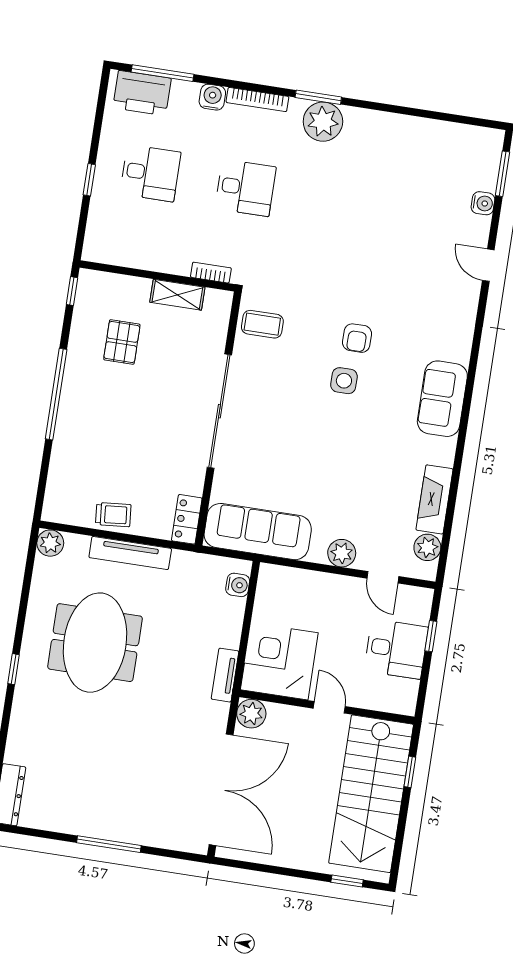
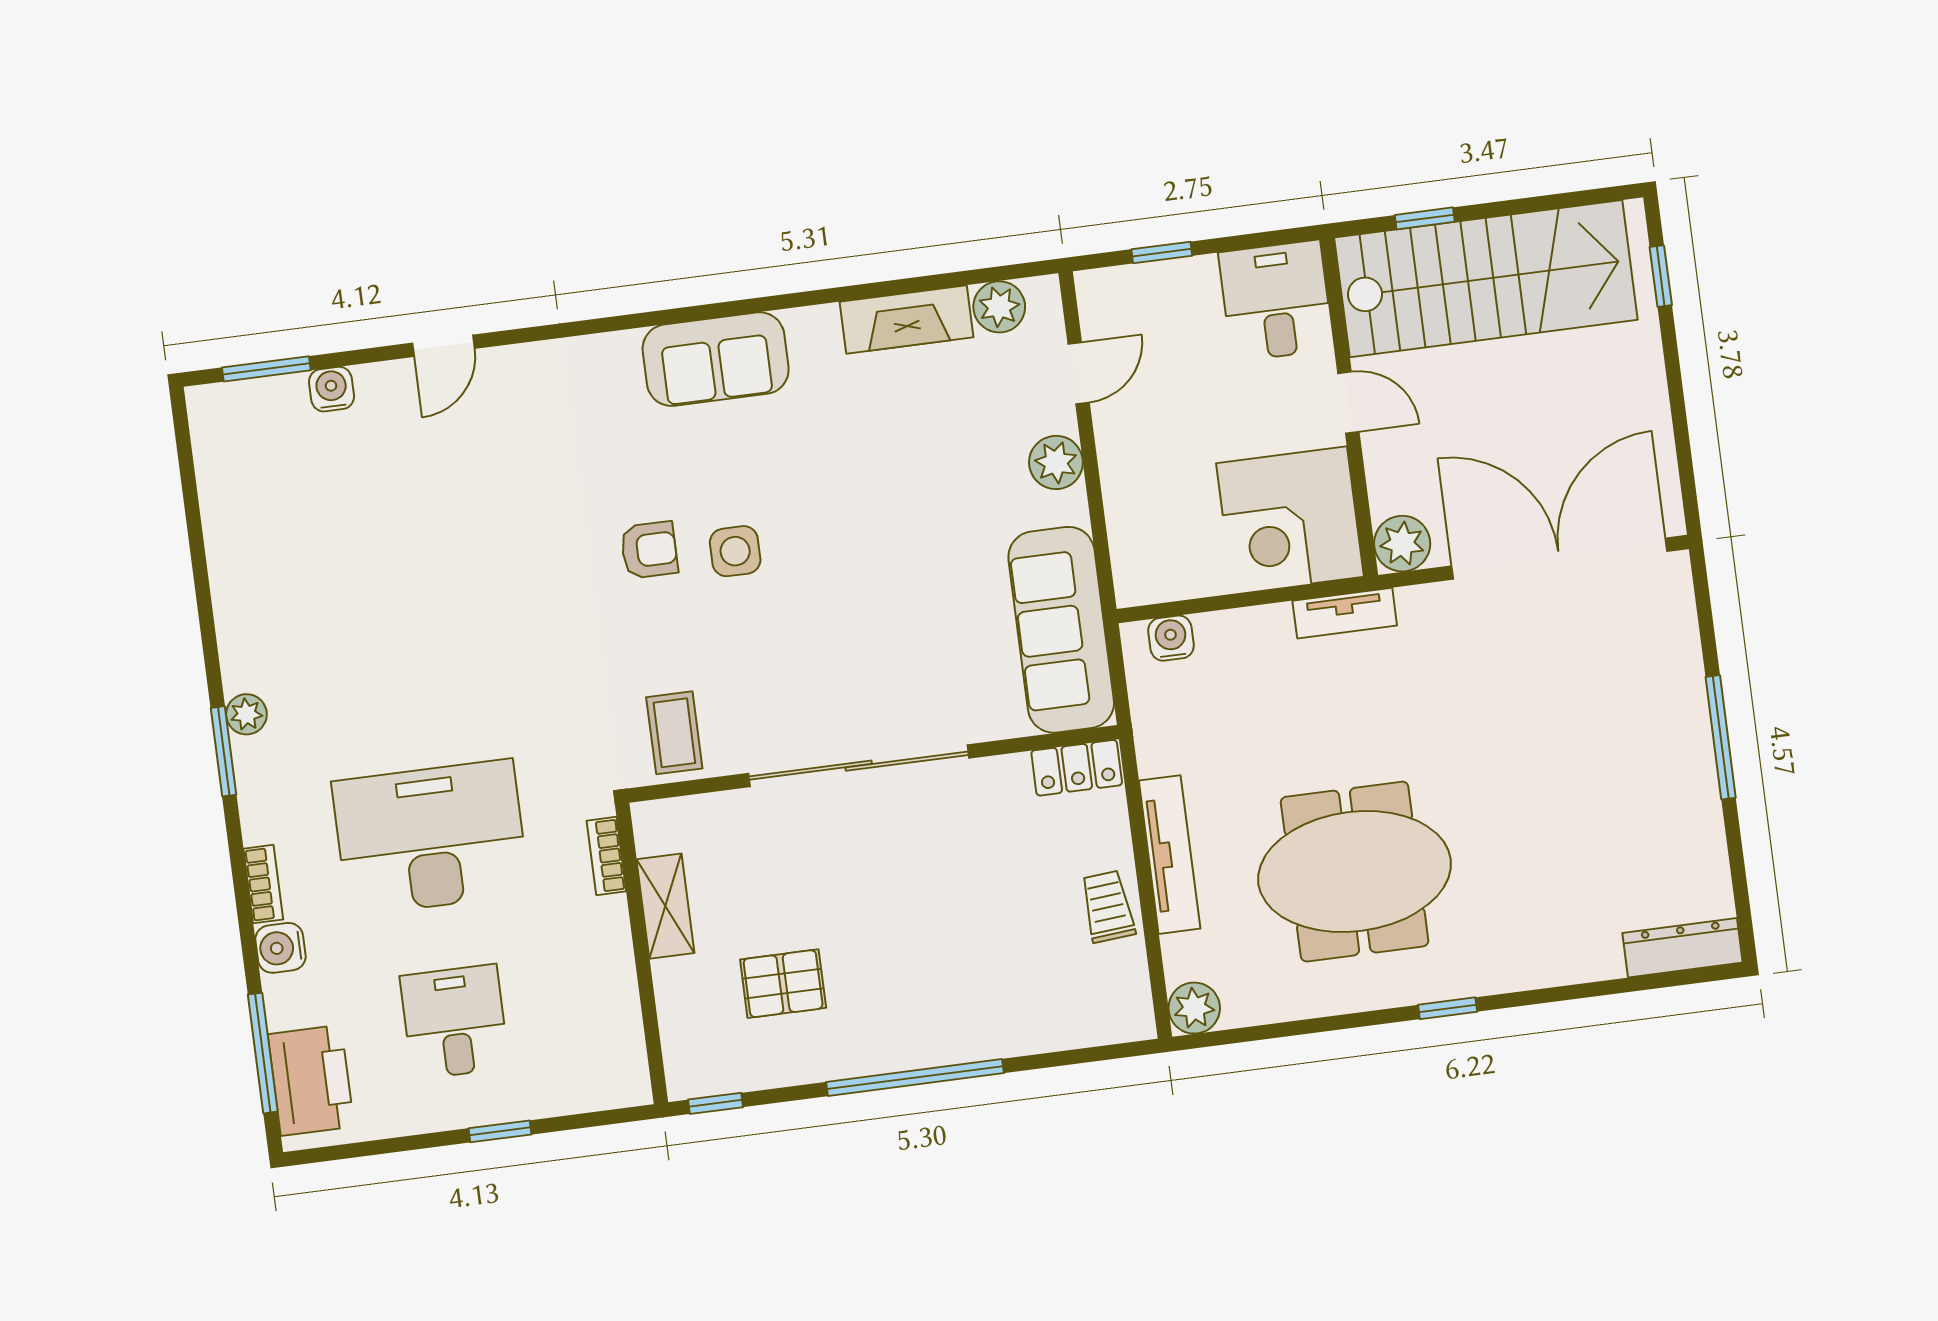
bookcase: (257, 99) -> (263, 884), width x0.64
plant: (323, 122) -> (246, 714), width x0.53, depth x0.53
desk: (245, 188) -> (431, 838), width x1.87, depth x1.30
desk: (396, 649) -> (1276, 301), moved
door: (329, 707) -> (1348, 402), swing flipped

